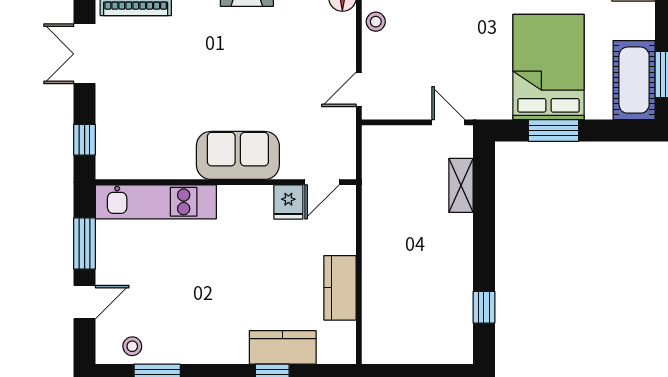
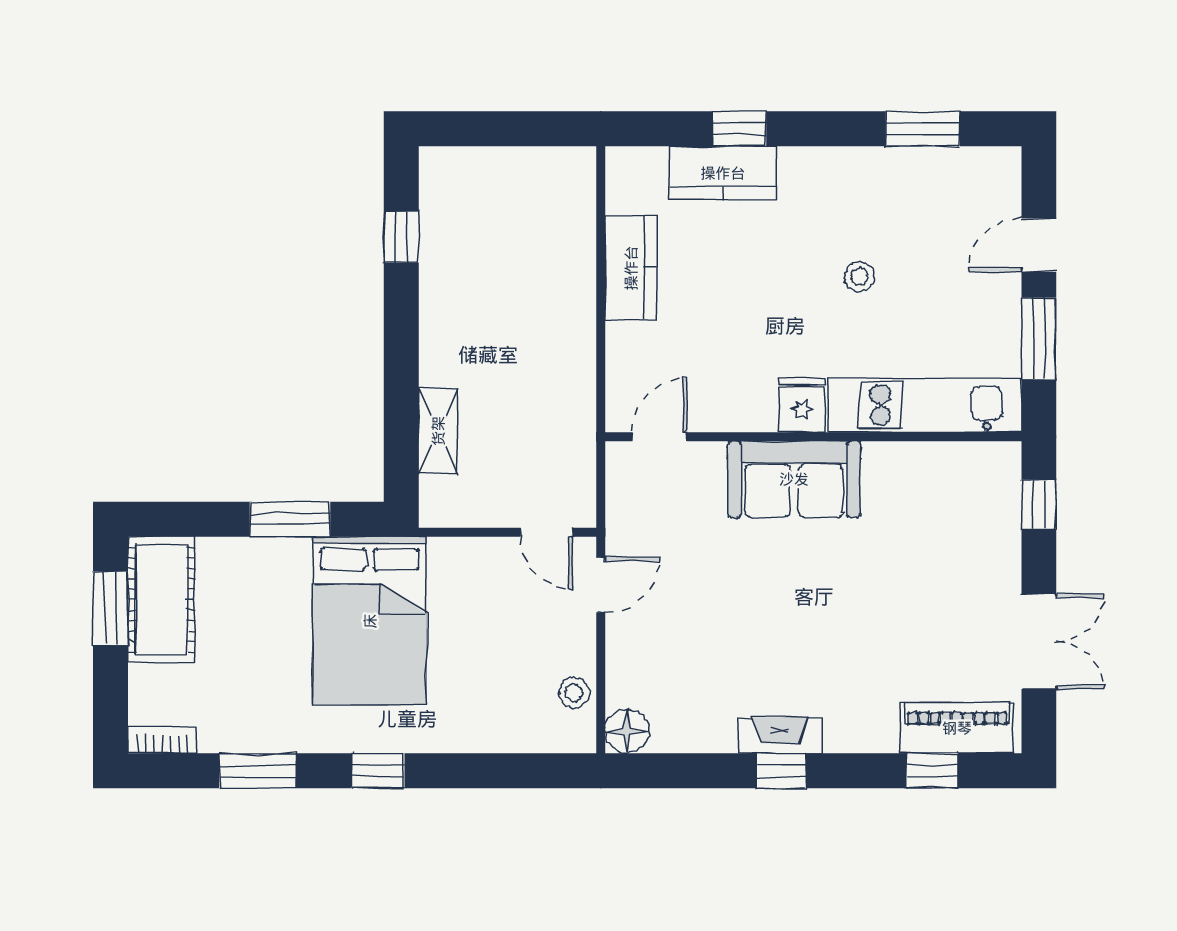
bed: (548, 67) -> (370, 621), moved
door: (448, 122) -> (547, 532), moved
fridge: (288, 202) -> (802, 405), moved
stool: (132, 346) -> (859, 277), moved

